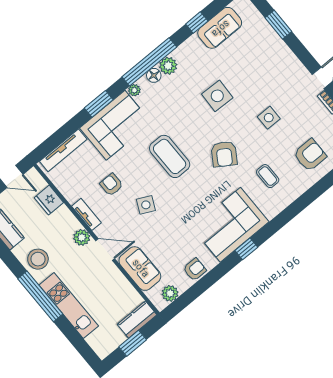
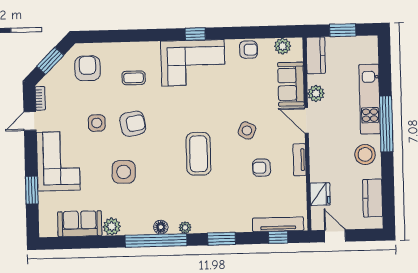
window: (197, 22) -> (278, 237), moved
plant: (168, 66) -> (112, 227), moved
corner sofa: (116, 125) -> (58, 161), moved, turned 90
armchair: (224, 154) -> (133, 124), moved, turned 47
armchair: (310, 155) -> (88, 68), turned 90
coffee table: (268, 176) -> (134, 78), turned 90
armchair: (111, 185) -> (262, 168), turned 90
plant: (82, 237) -> (316, 93), moved
armchair: (195, 269) -> (249, 50), turned 180
kitchen counter: (137, 320) -> (316, 55), moved, turned -90

